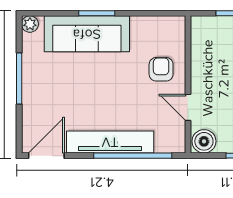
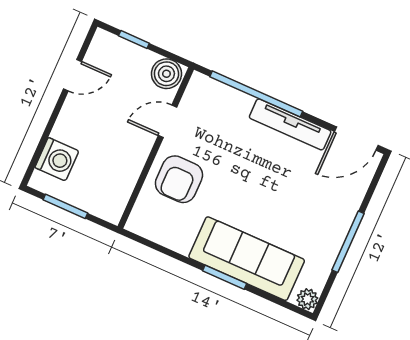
armchair: (161, 69) -> (179, 179), width x1.38, depth x1.38
door: (188, 107) -> (168, 121), swing flipped
tv unit: (110, 142) -> (290, 124), width x0.73, depth x0.78

